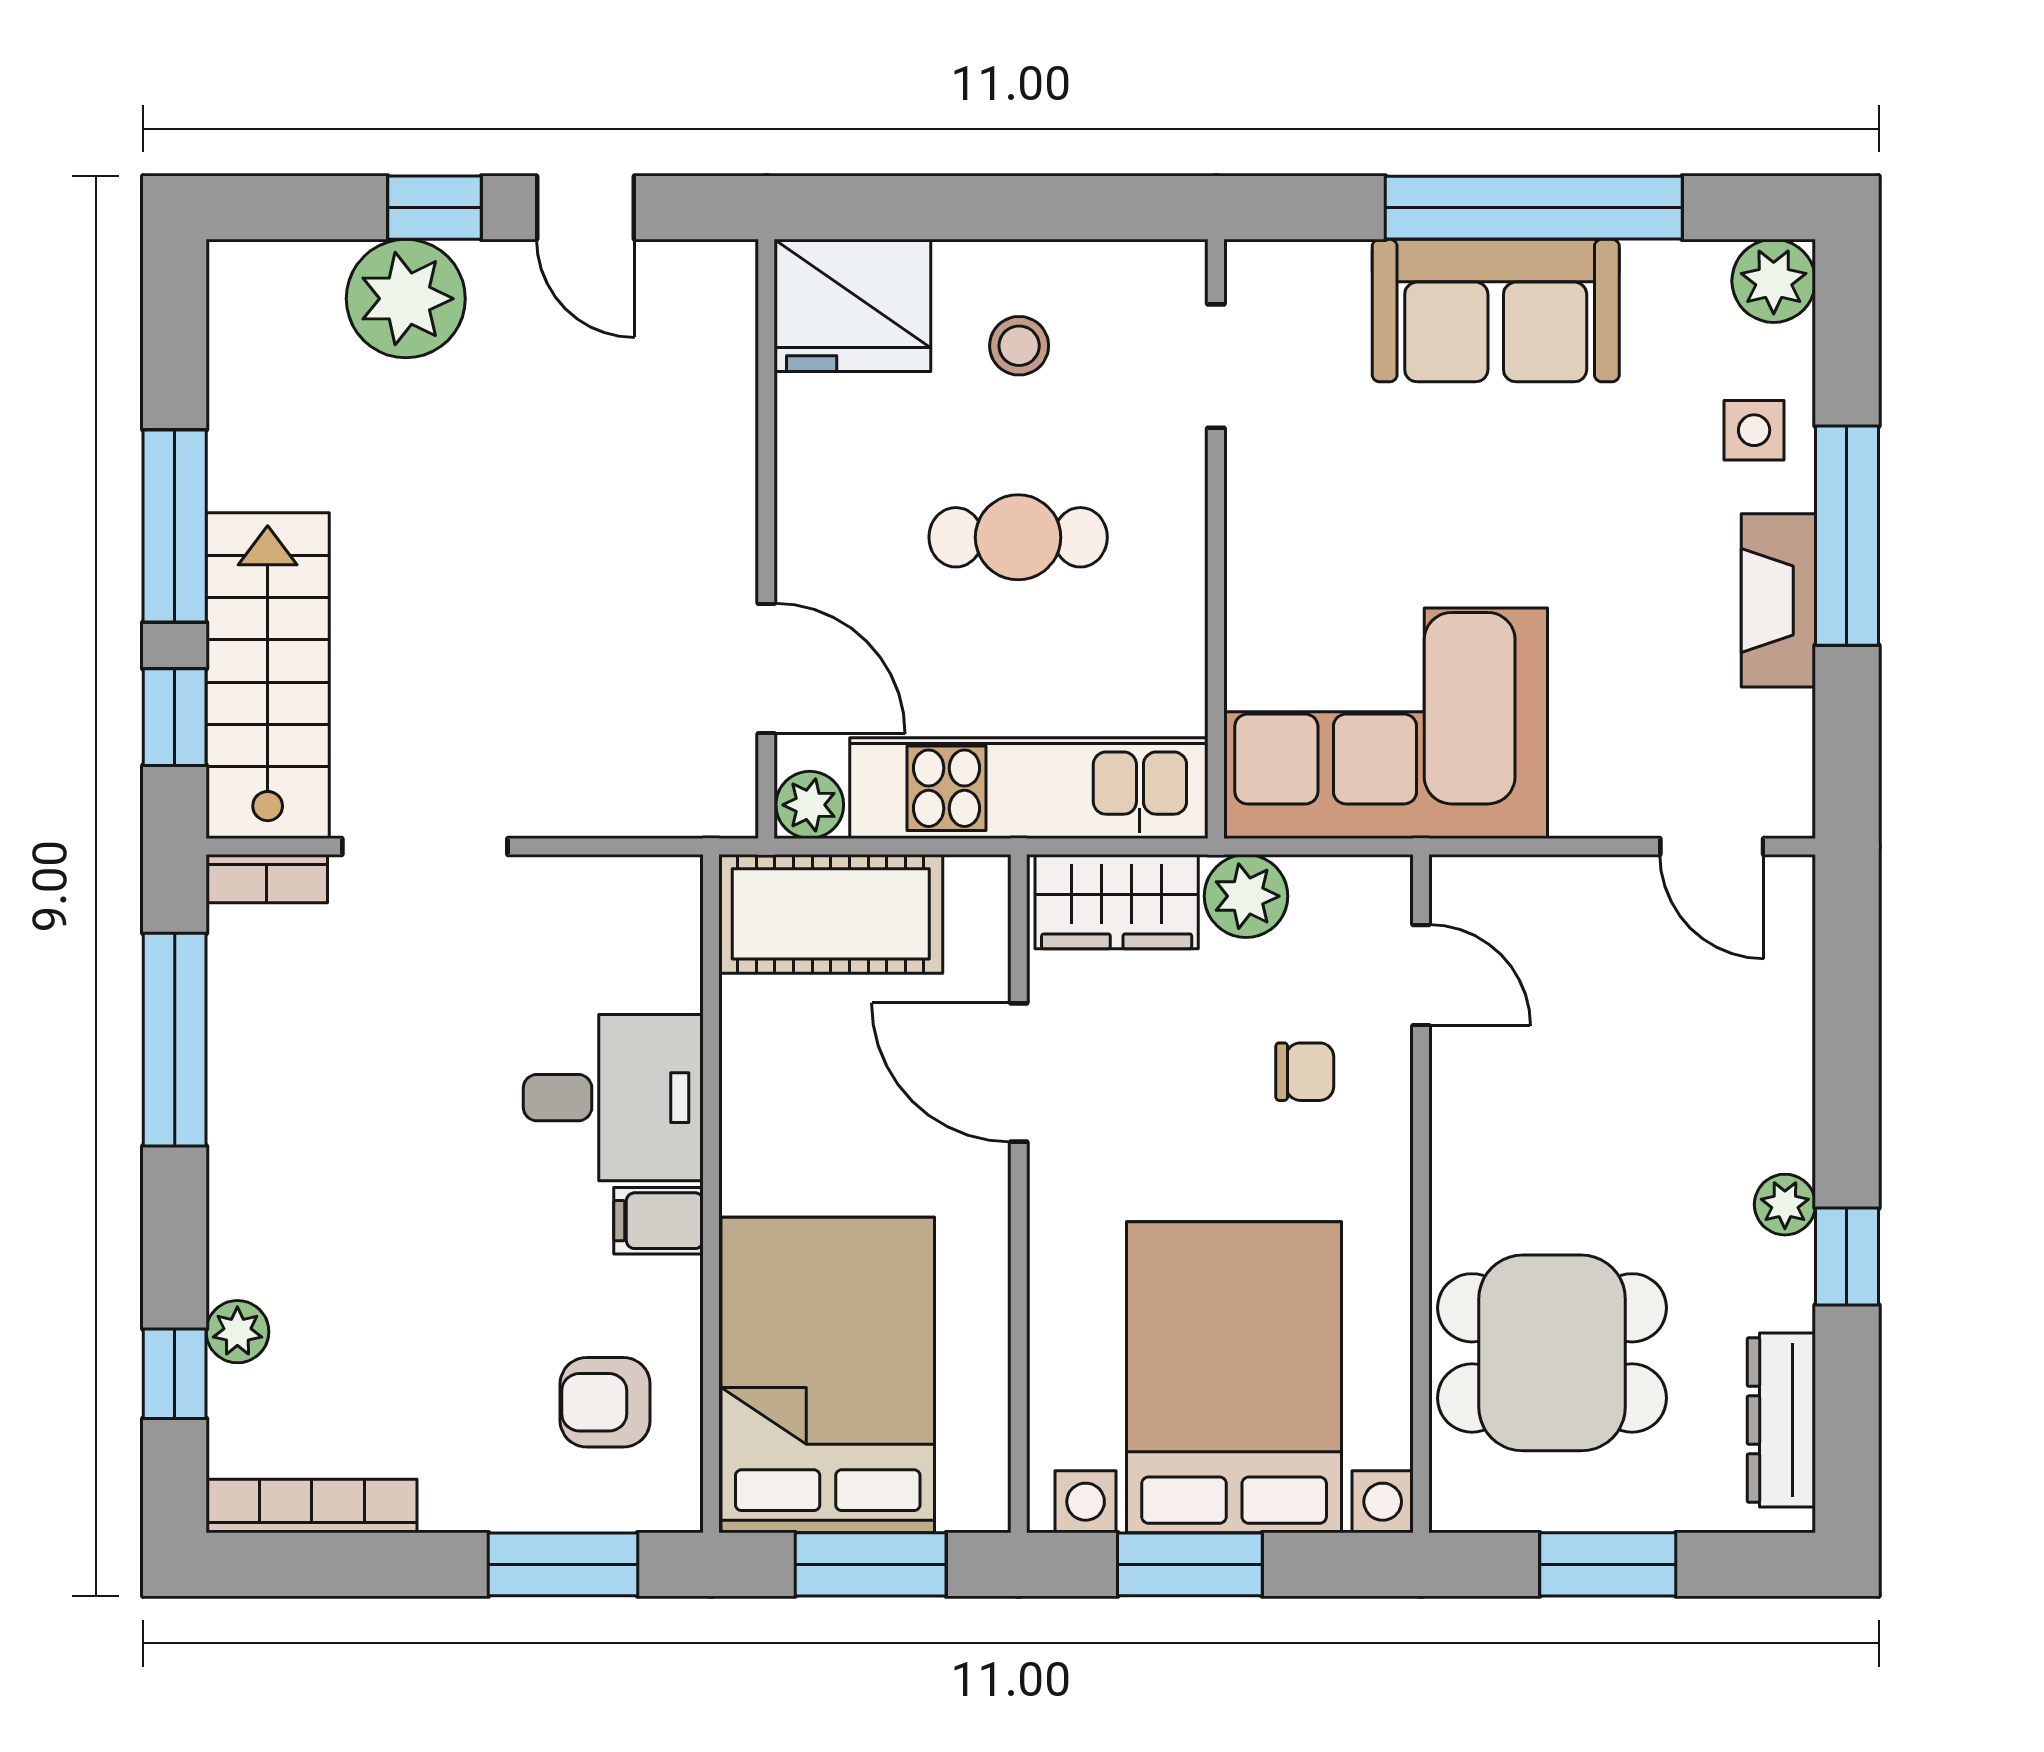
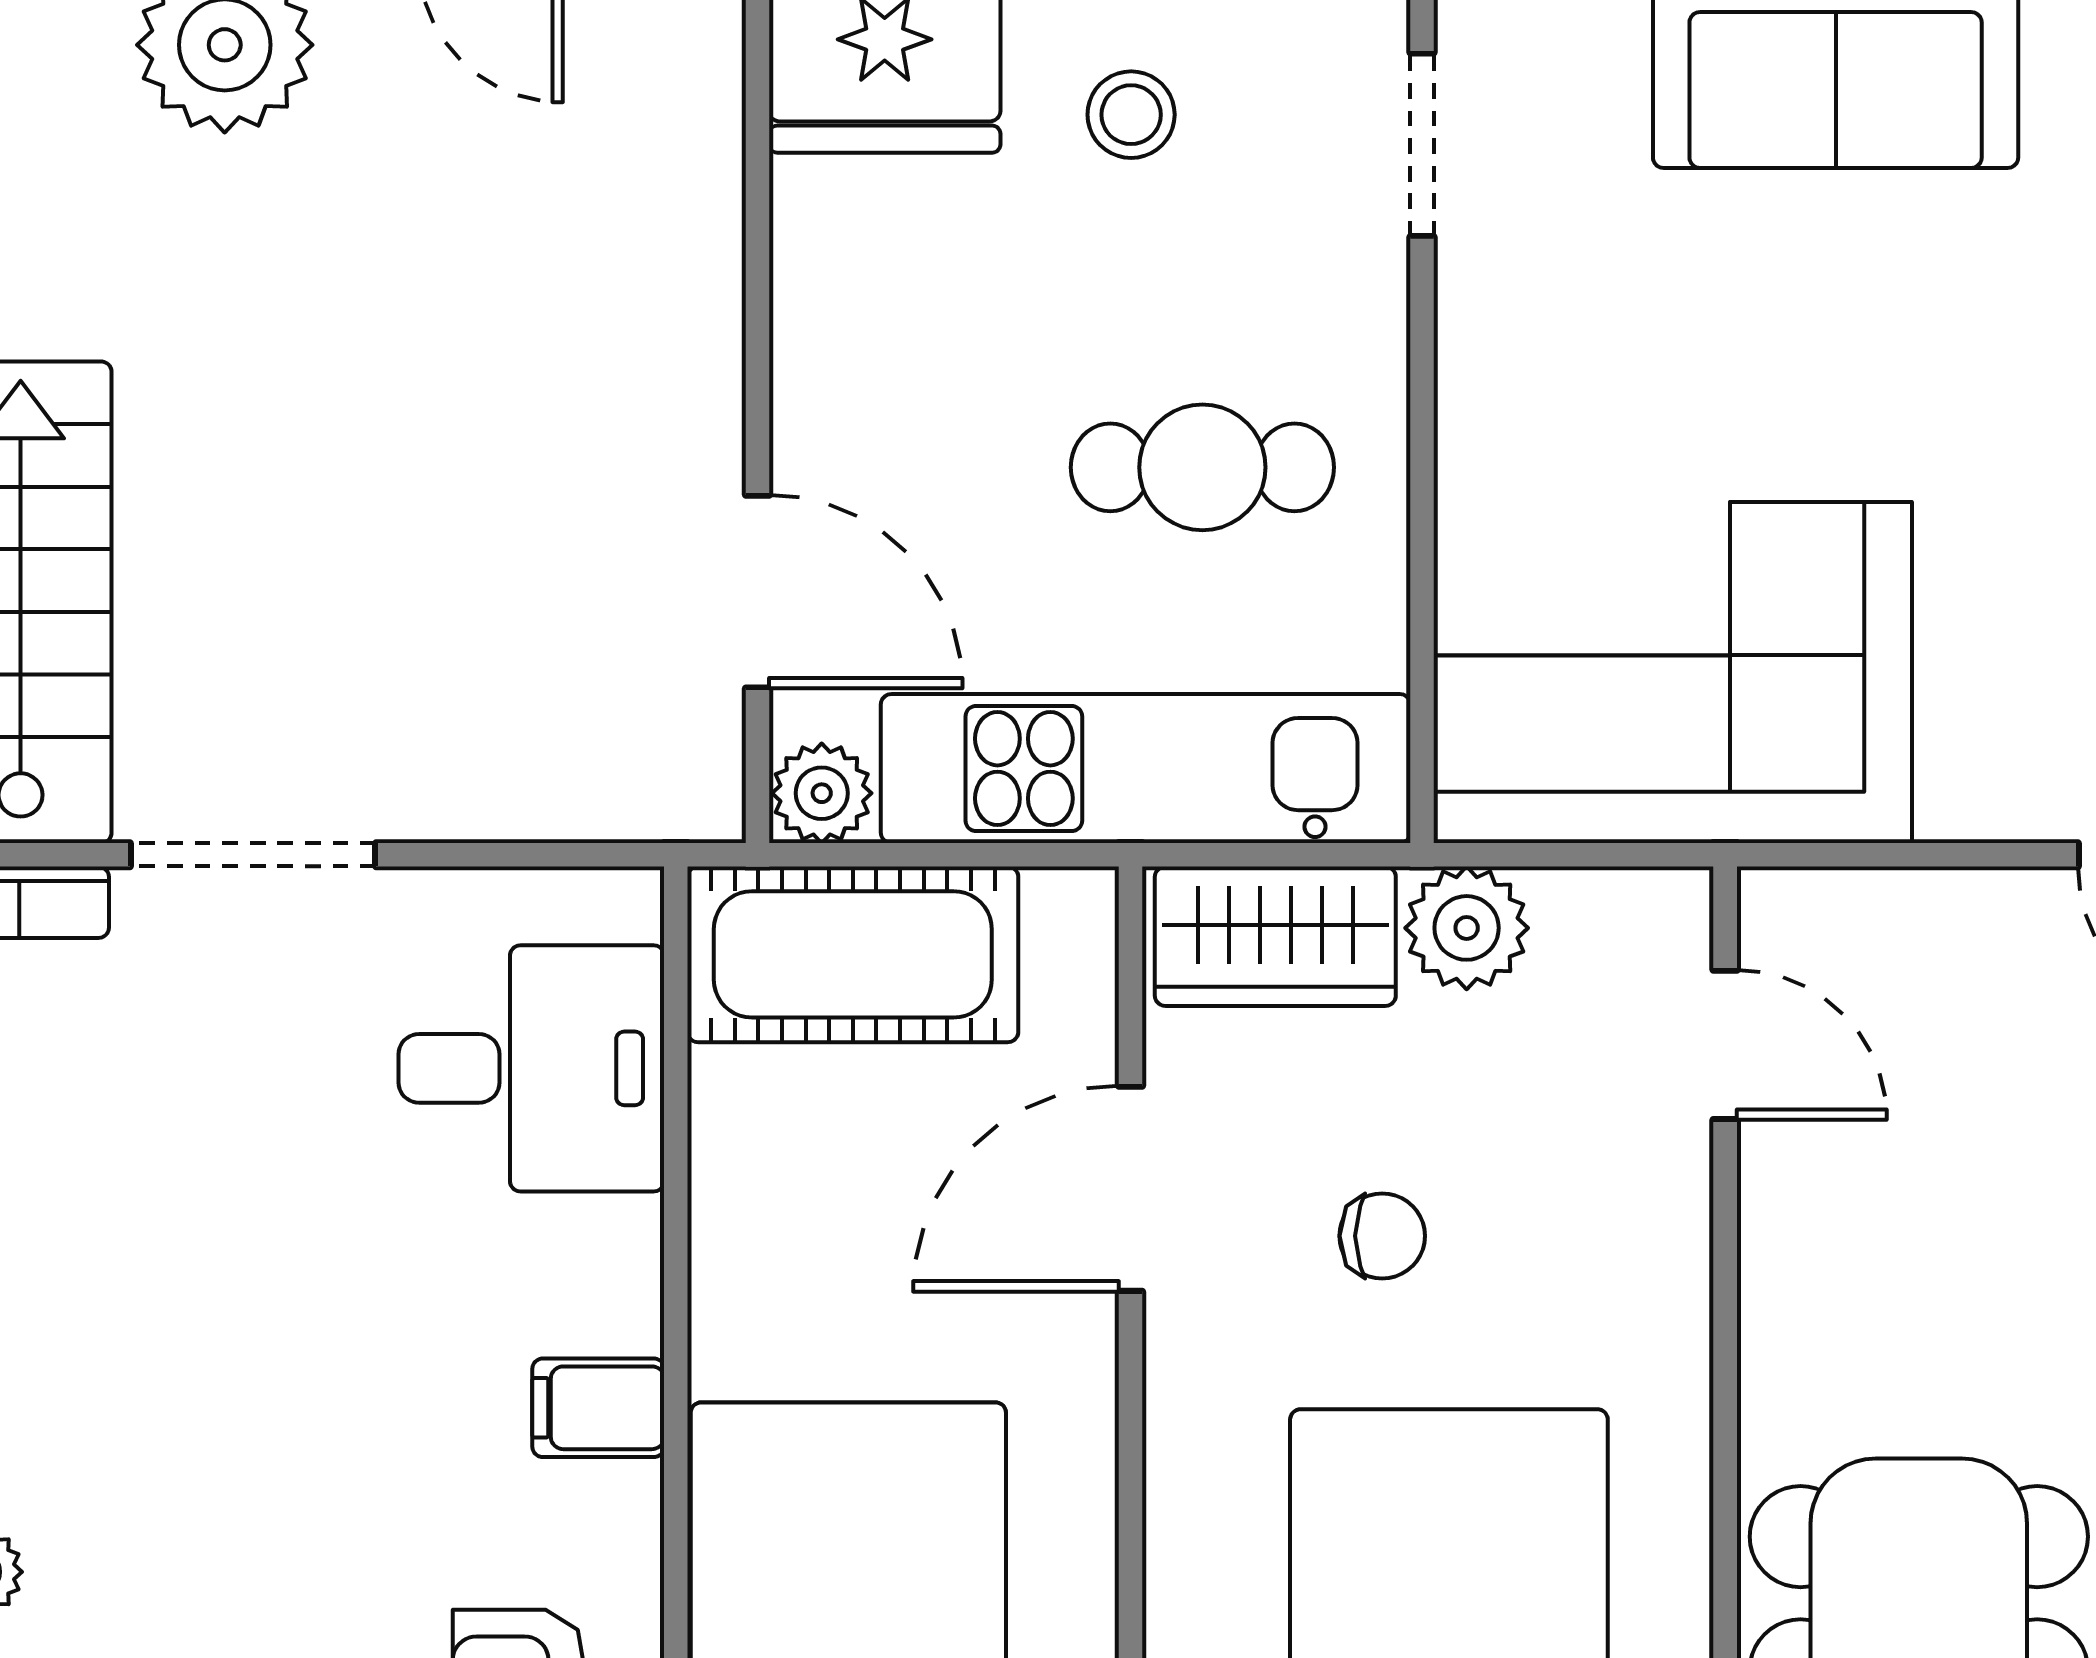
cafe table: (1018, 537) -> (1202, 467), moved
chair: (1305, 1072) -> (1382, 1236), moved
door: (1019, 1073) -> (1131, 1189), hinge flipped
desk: (613, 1098) -> (531, 1068), moved

